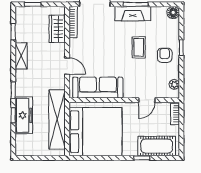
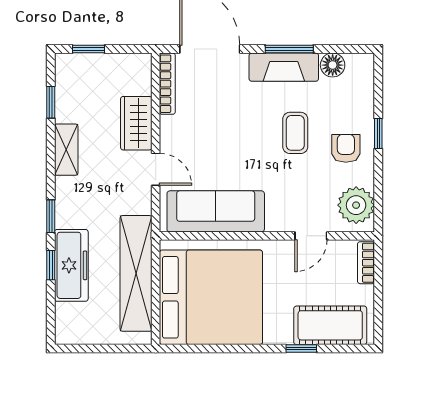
floor lamp: (173, 12) -> (333, 65), moved
wardrobe: (57, 29) -> (136, 123), moved
plant: (174, 84) -> (356, 205), width x1.87, depth x1.87

